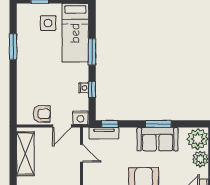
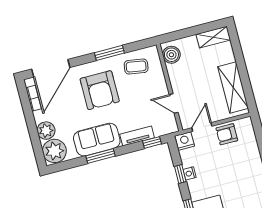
tv unit: (104, 133) -> (137, 136), moved

